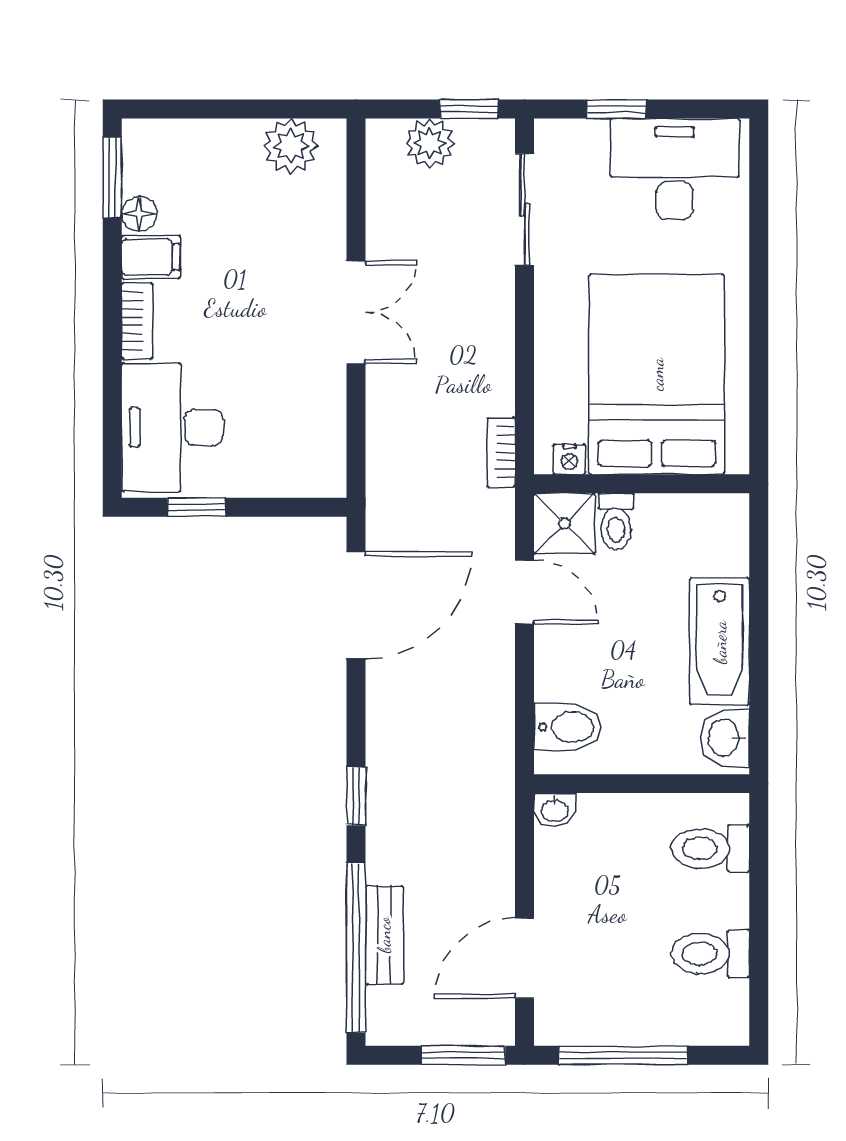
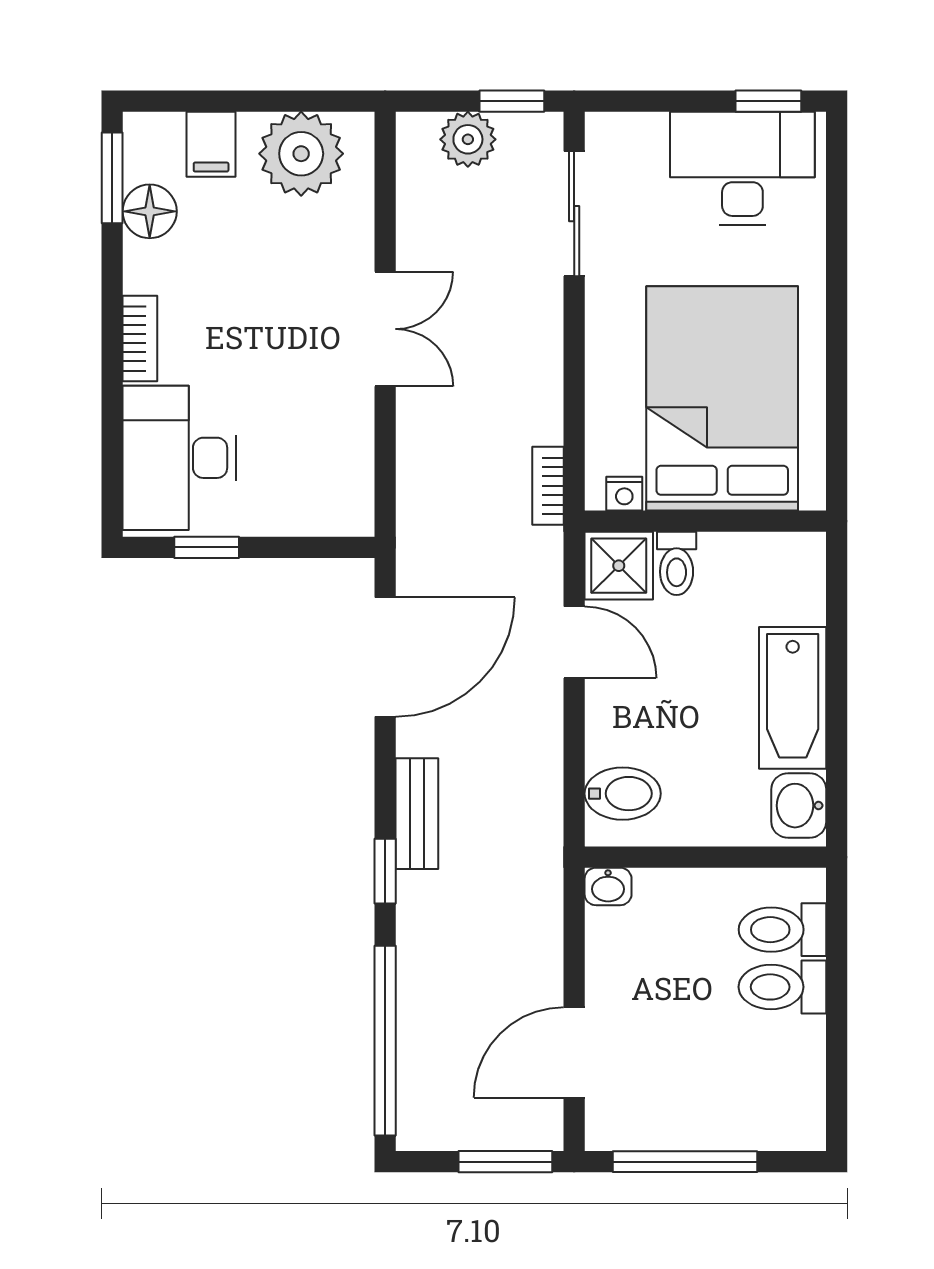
window: (617, 109) -> (768, 101), moved
plant: (291, 146) -> (301, 154), width x1.36, depth x1.36
floor lamp: (139, 214) -> (150, 211), width x1.37, depth x1.37
filing cabinet: (151, 257) -> (211, 144), moved, turned 90
bench: (384, 935) -> (417, 814), moved
toilet: (710, 954) -> (782, 987), moved

